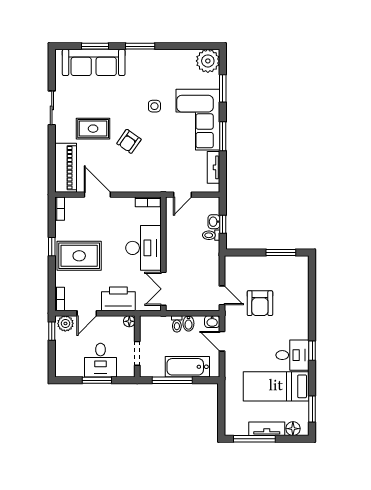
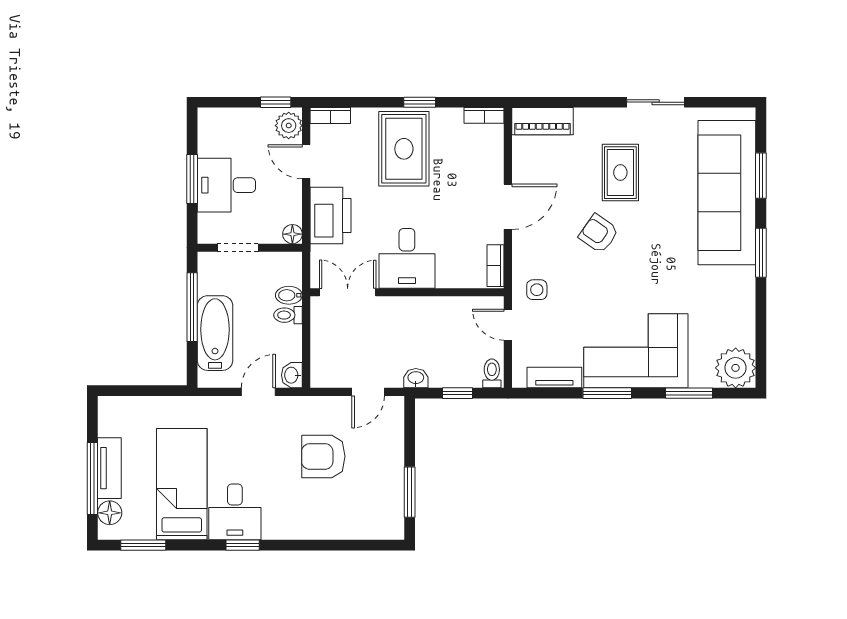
sofa: (94, 62) -> (727, 193), width x1.36, depth x1.27
side table: (154, 106) -> (537, 290), moved
piano: (66, 168) -> (543, 121), width x0.73, depth x0.75
door: (97, 195) -> (508, 207), moved
washbasin: (214, 222) -> (416, 378), moved
toilet: (211, 235) -> (492, 373), moved
desk: (143, 248) -> (407, 258), width x0.73
door: (222, 295) -> (368, 392), moved
bidet: (188, 323) -> (289, 295), moved
window: (254, 439) -> (92, 478), moved

